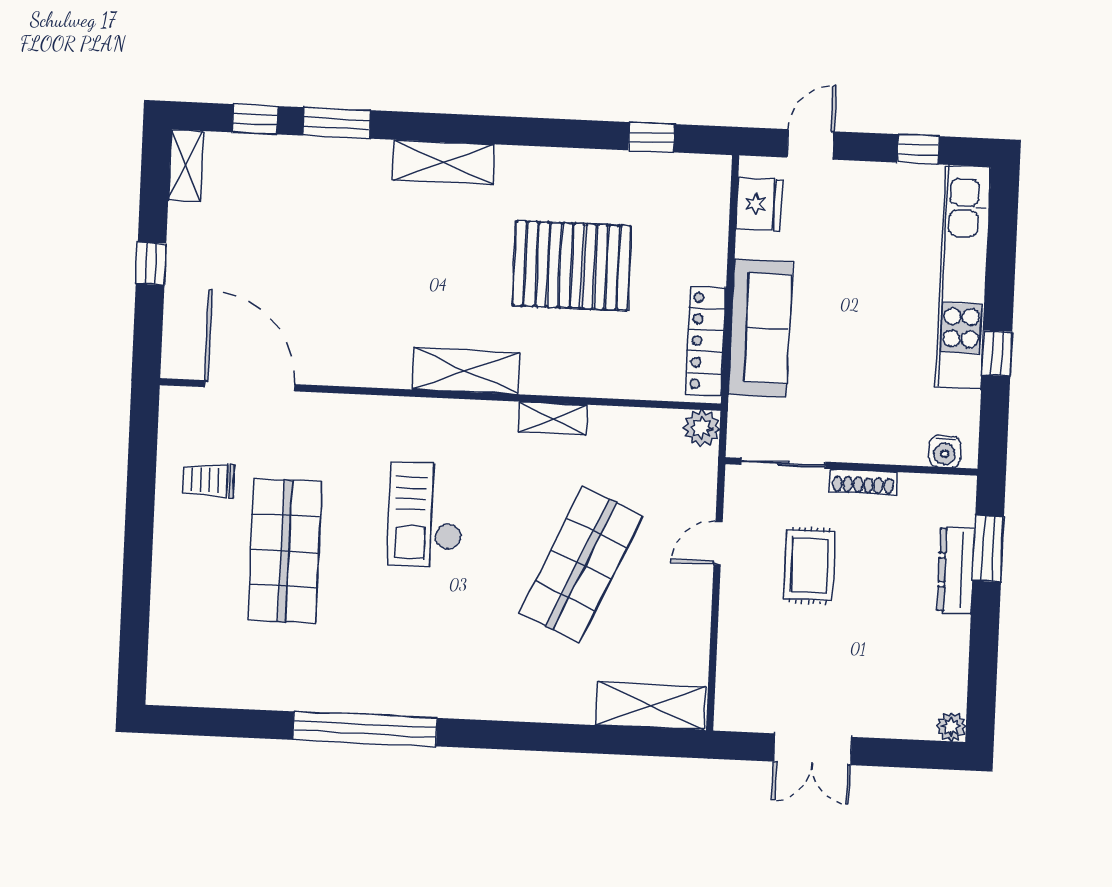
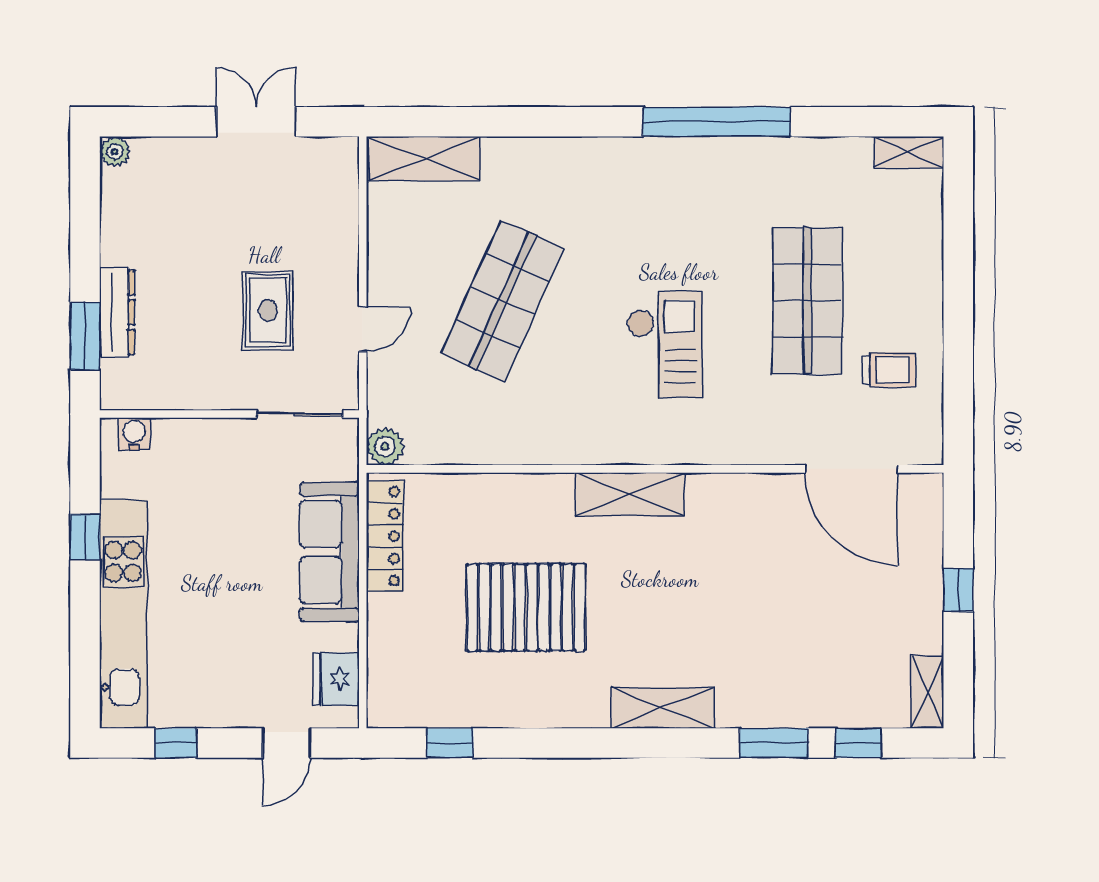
shelving: (553, 418) -> (909, 152), moved
shoe rack: (863, 482) -> (216, 399), removed

